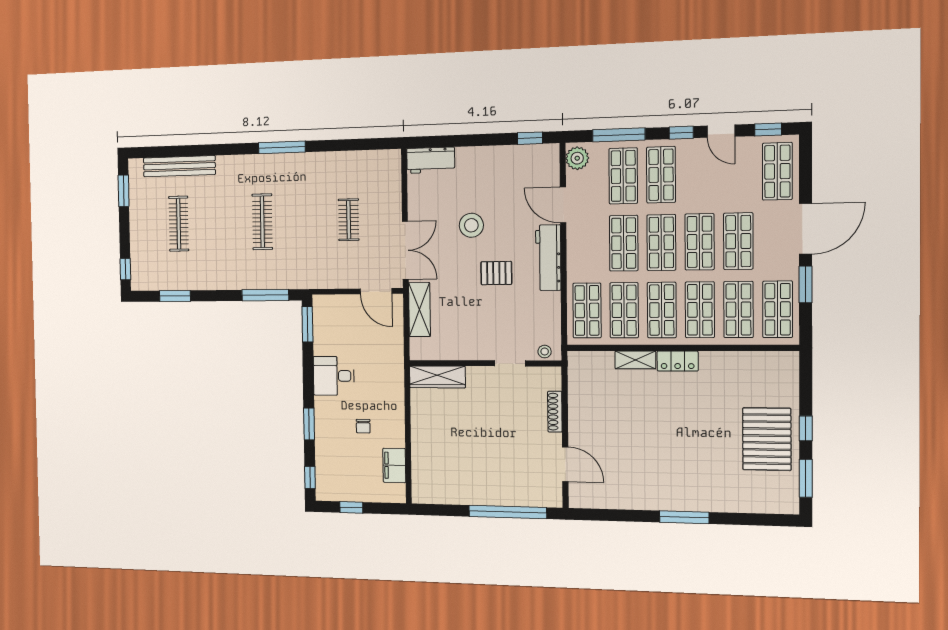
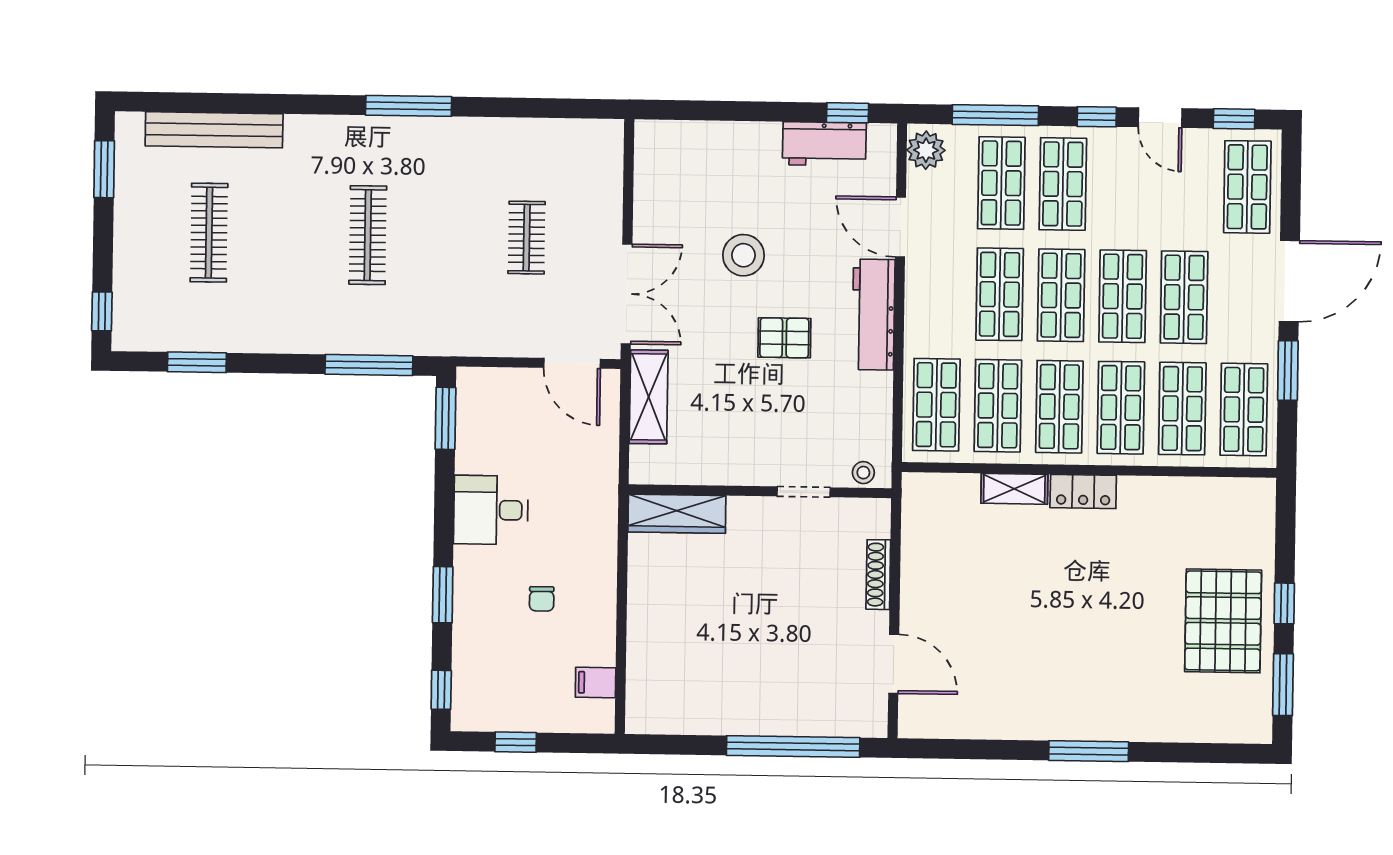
workbench: (431, 160) -> (824, 144), moved
filing cabinet: (394, 465) -> (596, 682), width x0.50

